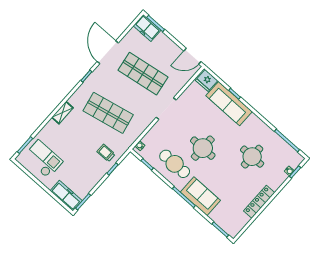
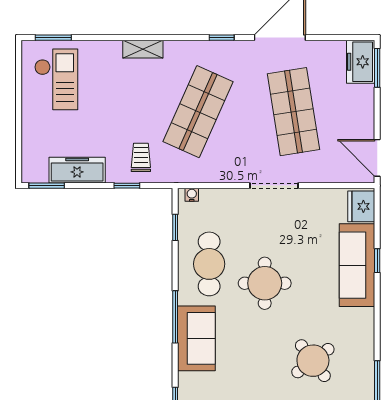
shop shelf: (108, 113) -> (198, 112), turned 36
round table: (252, 157) -> (313, 361), turned -37
freezer: (66, 196) -> (77, 170), moved, turned -90

